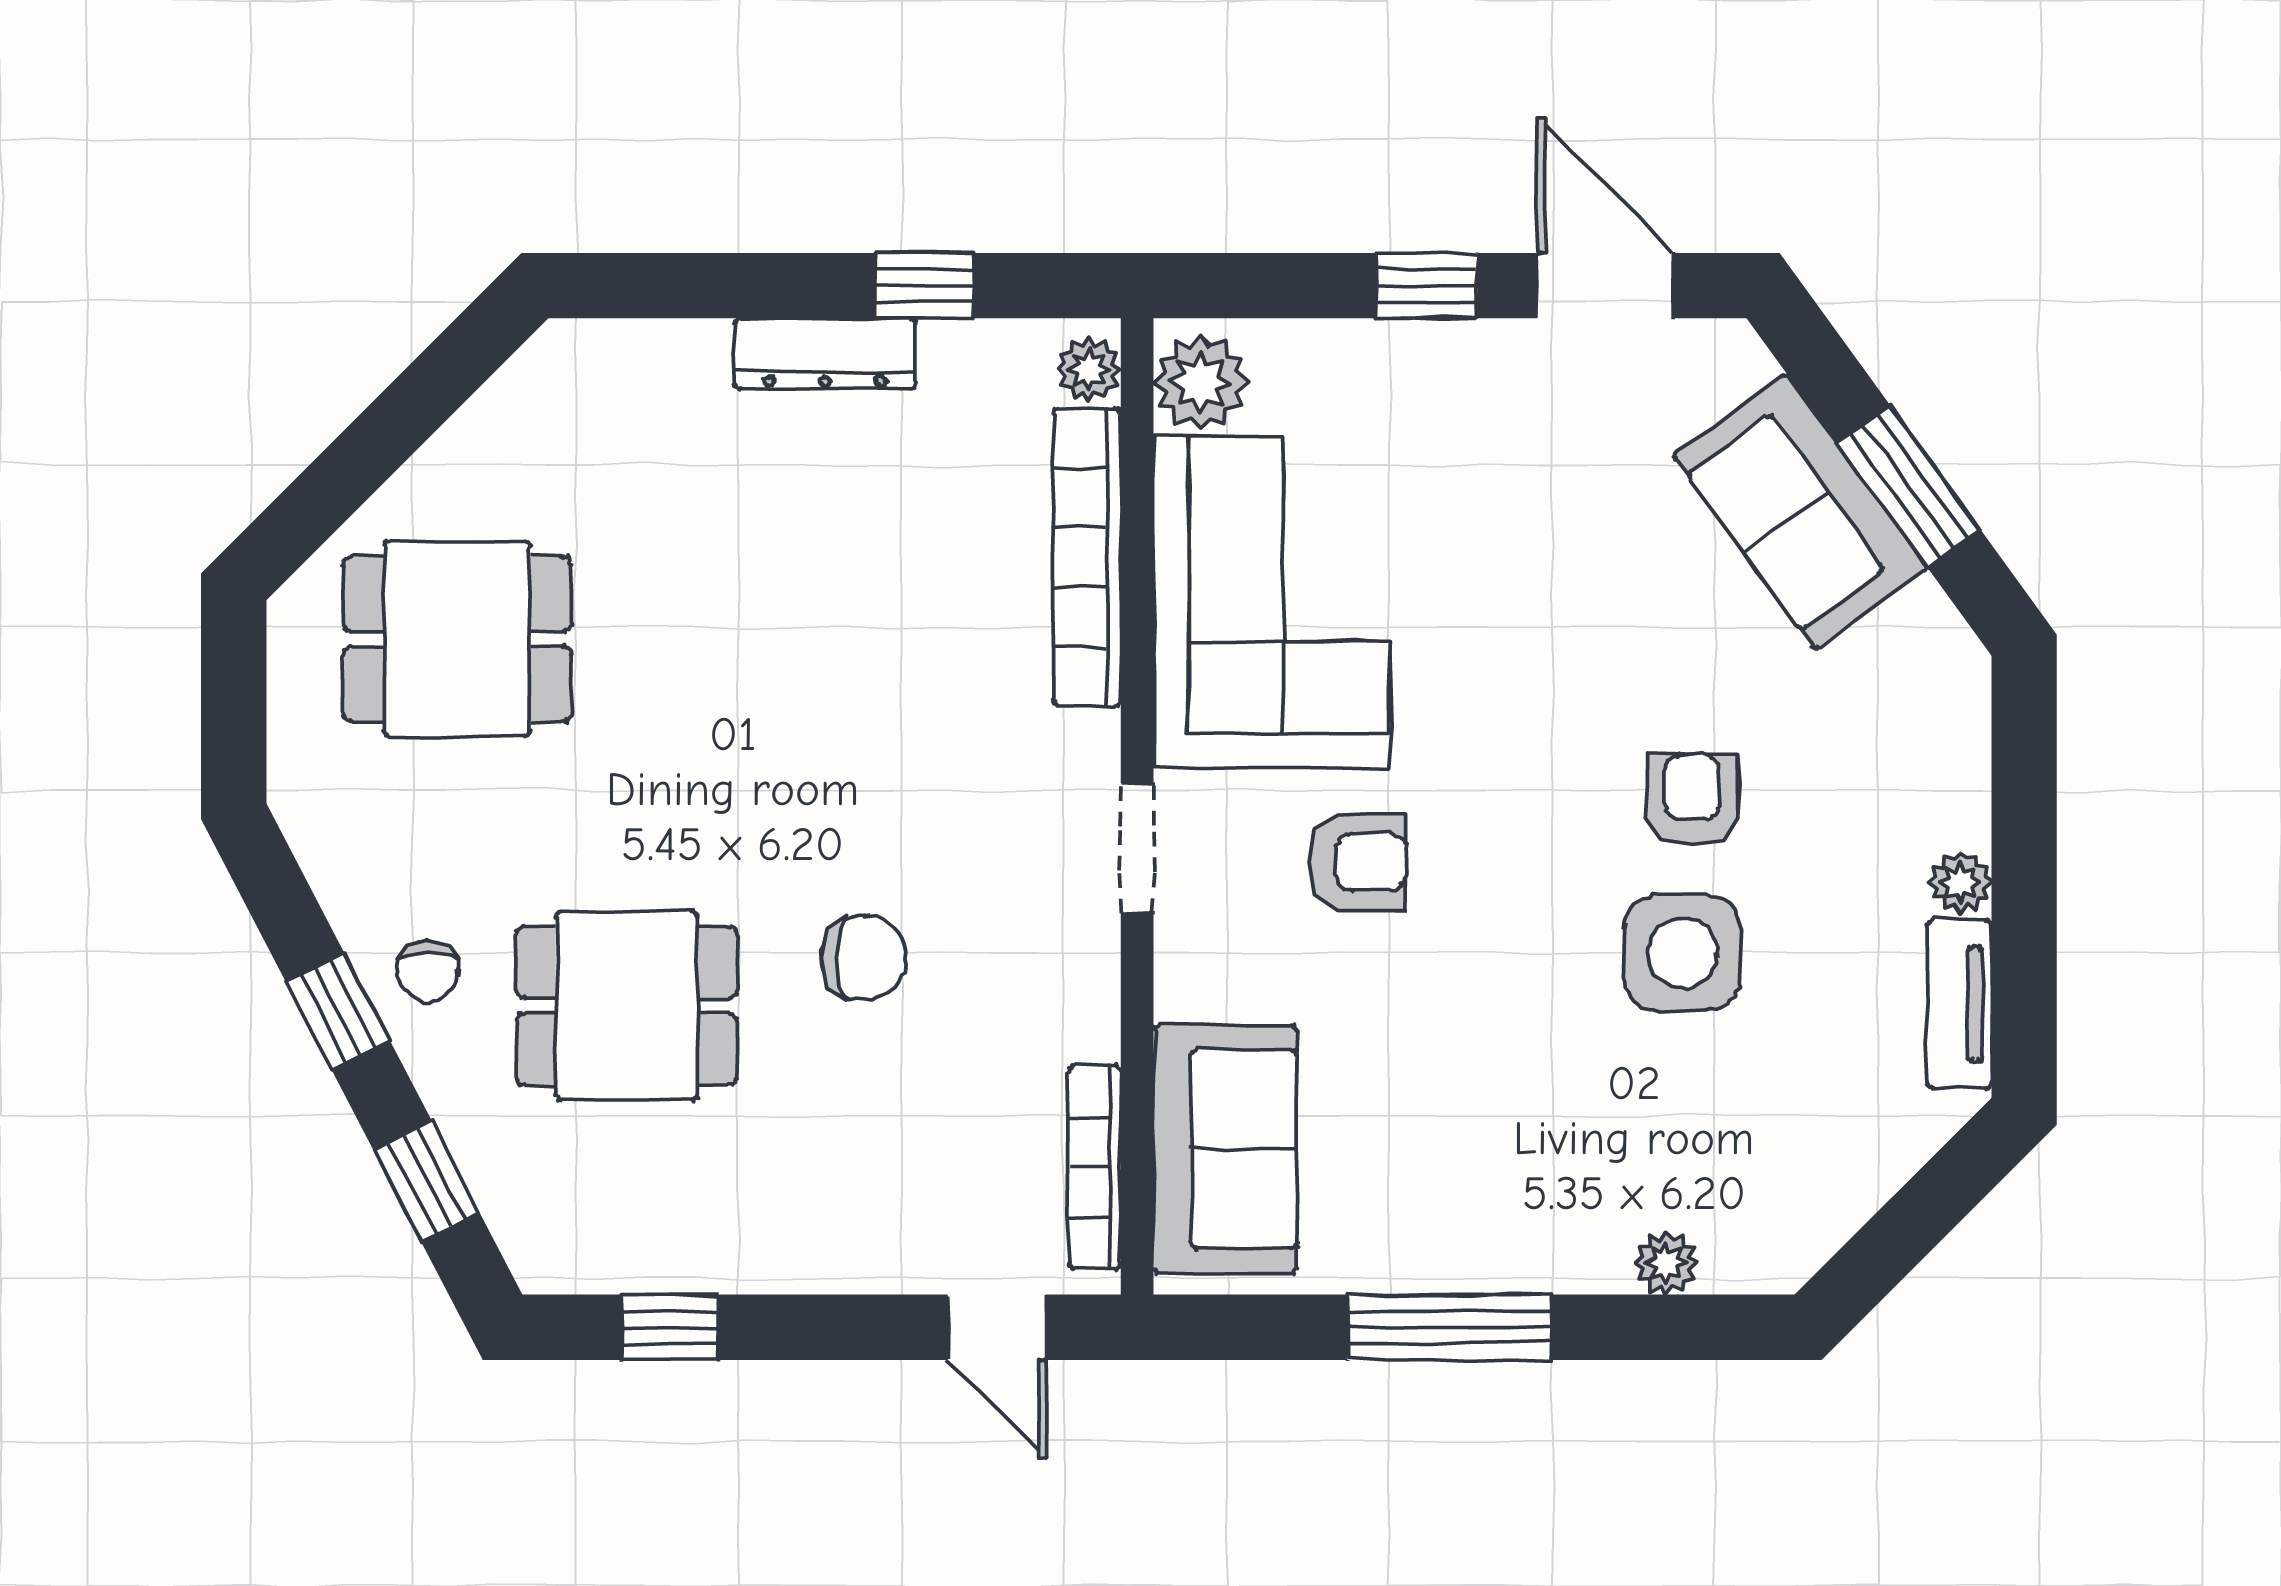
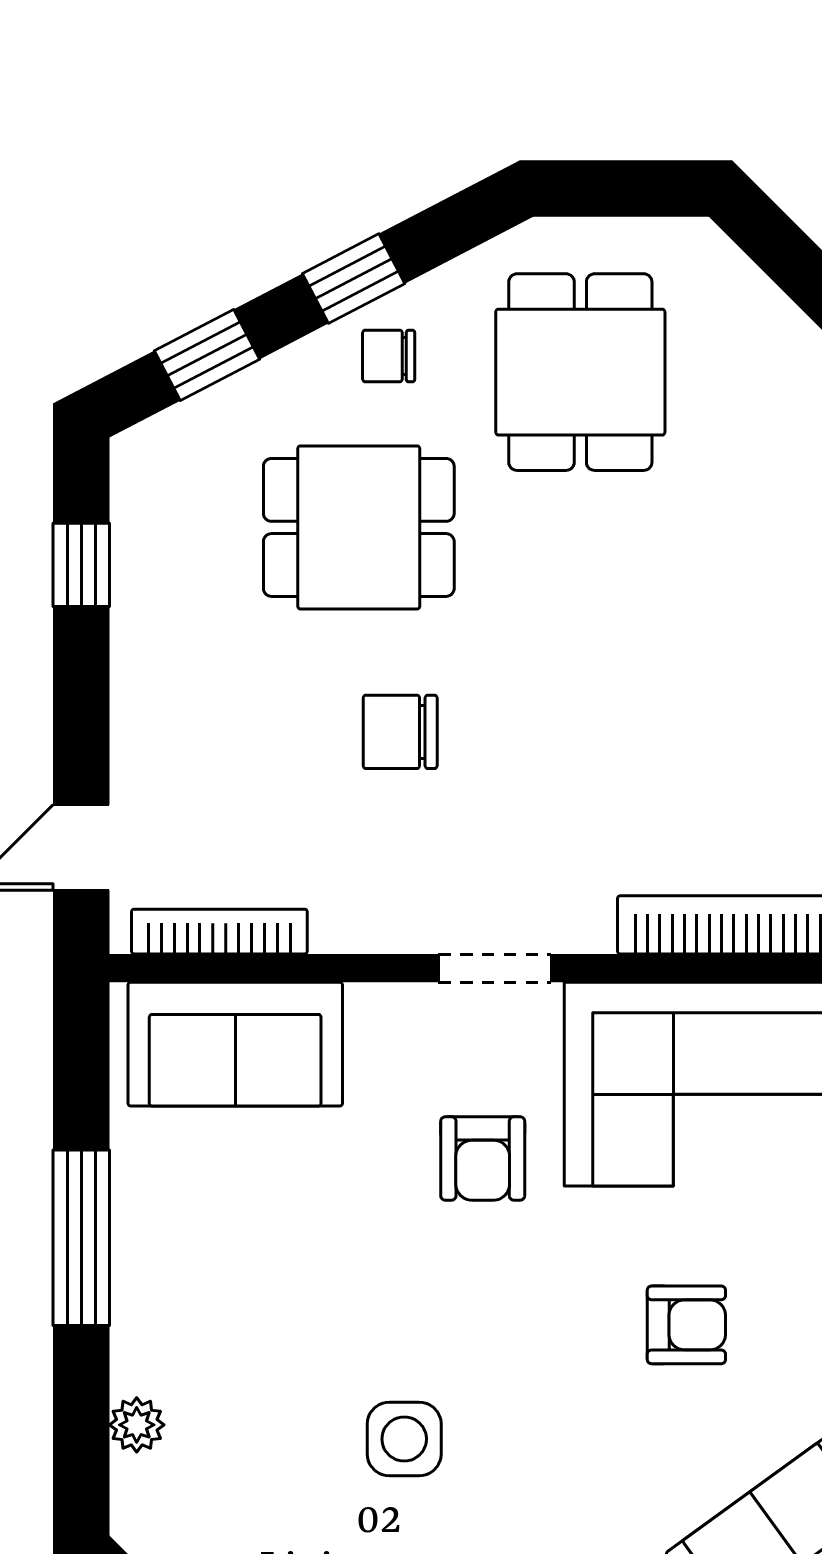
dining table: (457, 639) -> (580, 372), moved
armchair: (1692, 800) -> (686, 1325), moved
side table: (1683, 953) -> (404, 1439), width x0.73, depth x0.73
chair: (863, 958) -> (400, 732), turned 90
dining table: (627, 1006) -> (359, 527), turned 90

